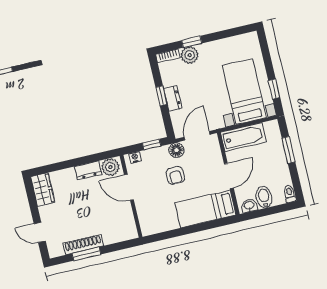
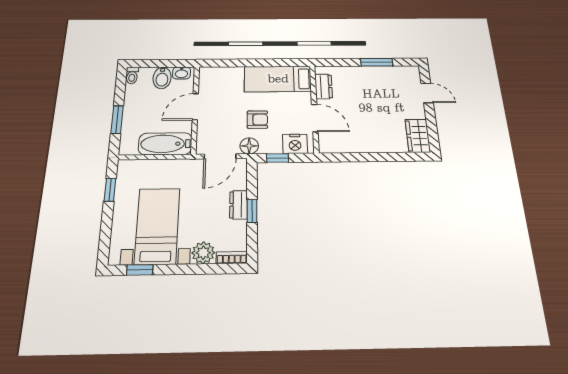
window: (192, 42) -> (140, 270), moved
bed with nightstands: (244, 91) -> (157, 226), moved, turned 180
nightstand: (135, 157) -> (295, 144), width x1.89, depth x1.79
plant: (110, 167) -> (332, 144), removed
dresser: (88, 170) -> (324, 86), moved, turned 90
armchair: (175, 175) -> (257, 120), turned 90
bed: (205, 209) -> (278, 79), moved, turned 180
shoe rack: (83, 245) -> (379, 72), removed

